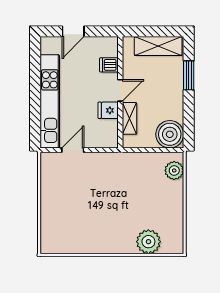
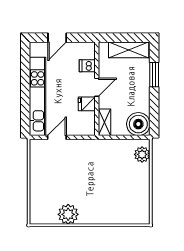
shelving: (129, 118) -> (104, 122), moved
plant: (148, 242) -> (68, 214), moved

